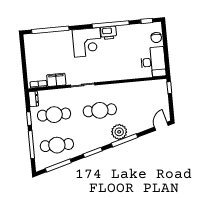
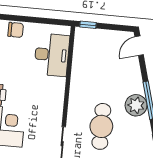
desk: (153, 62) -> (52, 55), moved, turned 90
door: (161, 126) -> (139, 46), hinge flipped

